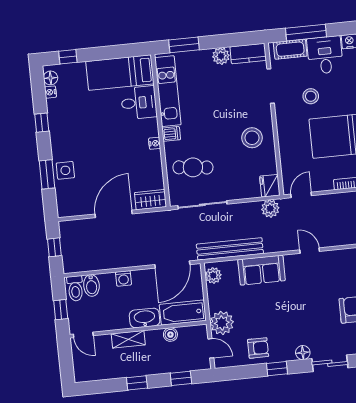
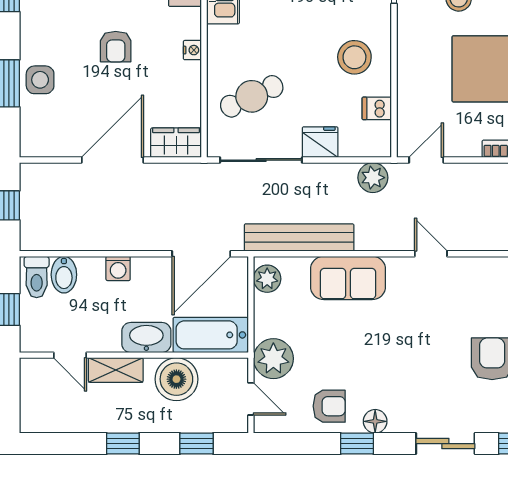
dishwasher: (171, 134) -> (377, 108), moved, turned 180
armchair: (109, 146) -> (116, 47), added
cafe table: (193, 167) -> (252, 96), turned -31
fridge: (270, 186) -> (320, 142), moved, turned 90
door: (83, 335) -> (70, 355), moved
boiler: (170, 335) -> (176, 379), width x1.86, depth x1.86
floor lamp: (303, 353) -> (375, 421), moved

